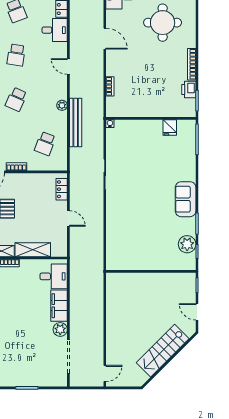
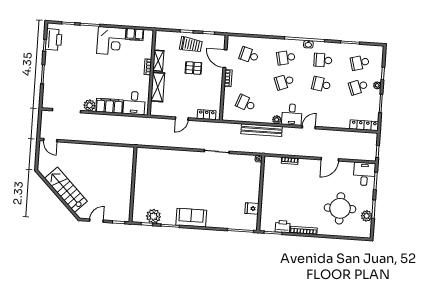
desk: (55, 30) -> (292, 115), moved
school desk: (16, 99) -> (284, 82), turned -45

